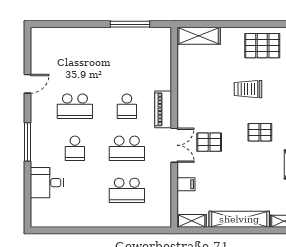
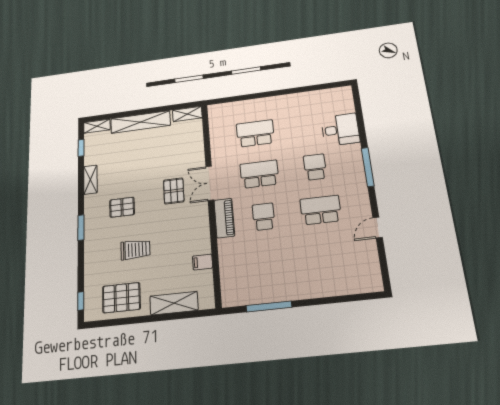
shelving: (199, 36) -> (174, 303), moved
pallet: (209, 142) -> (174, 191), turned 90
filing cabinet: (186, 184) -> (203, 262), moved

